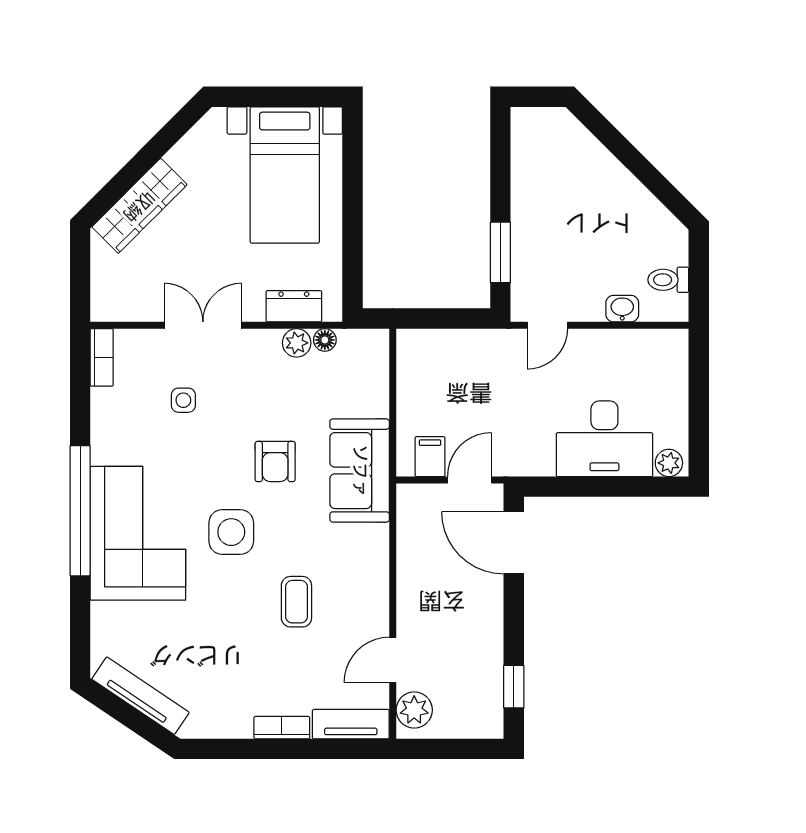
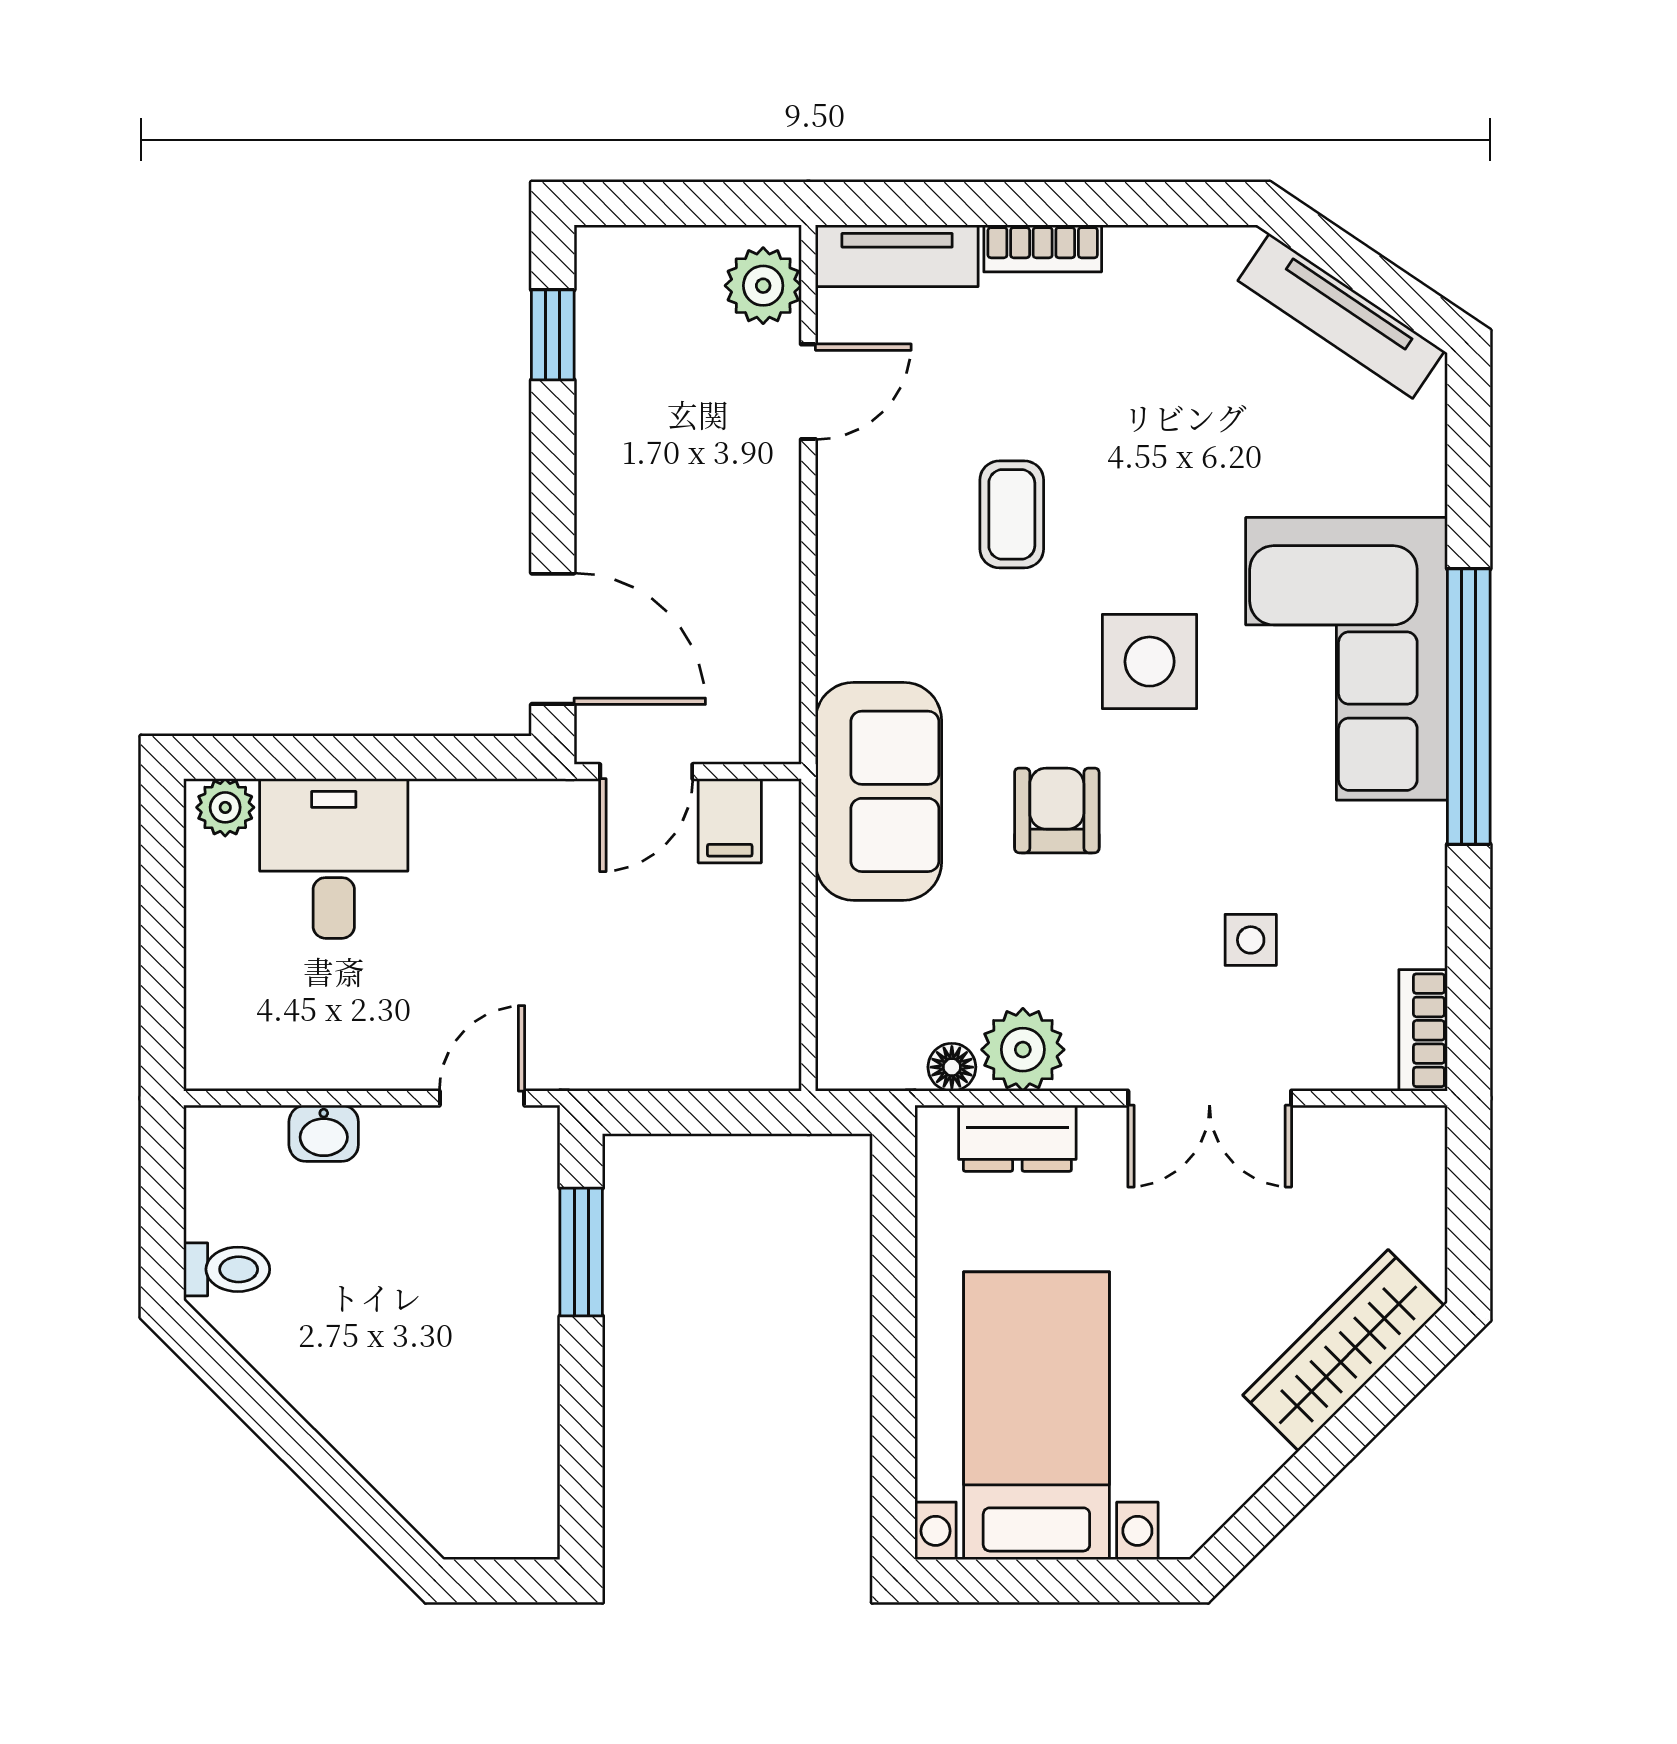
toilet: (668, 280) -> (227, 1269), moved
plant: (297, 343) -> (1023, 1050), width x1.38, depth x1.38
desk: (604, 439) -> (334, 858), width x0.73

